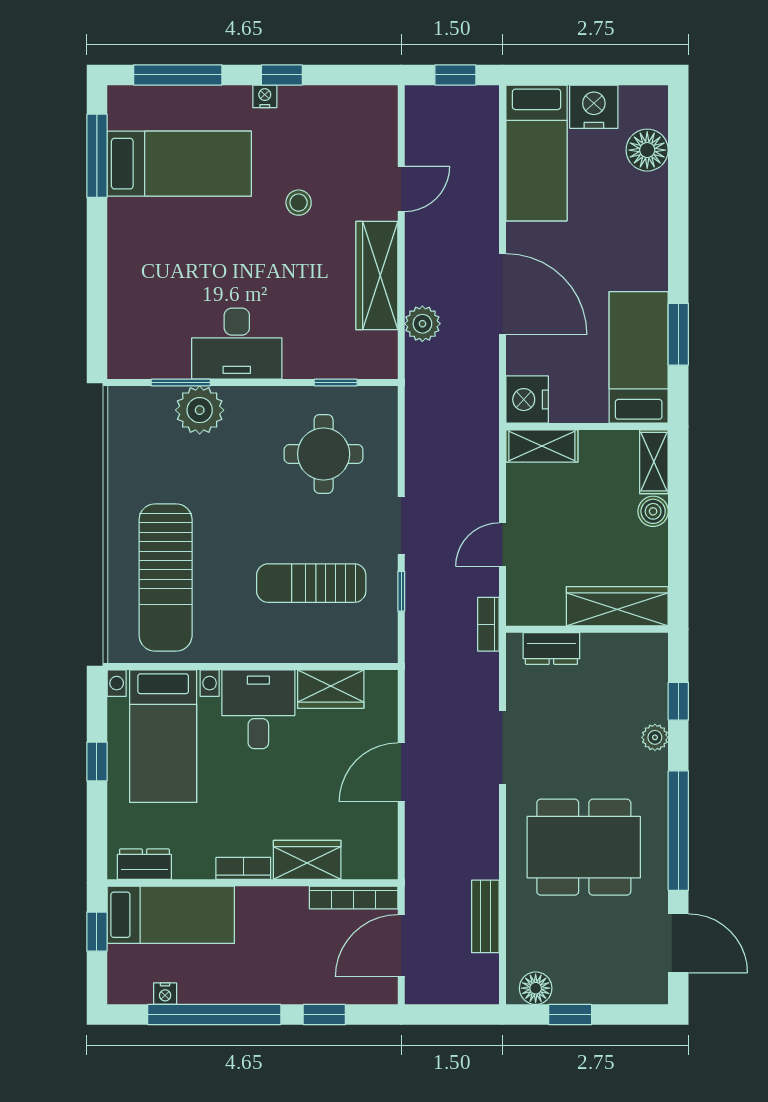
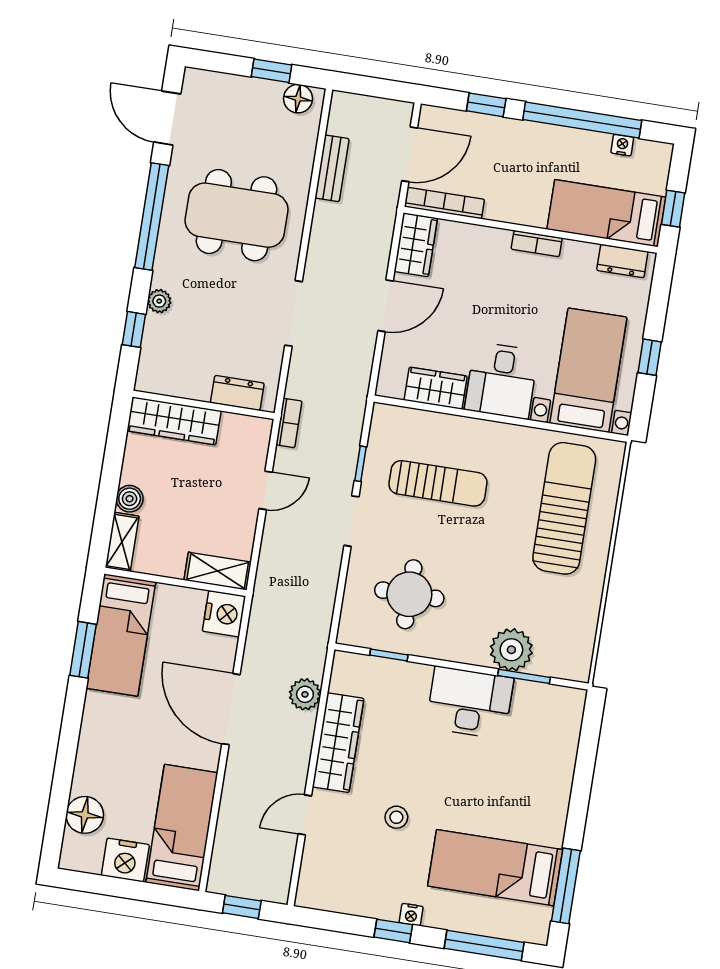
wardrobe: (307, 860) -> (416, 245), moved, turned -90

